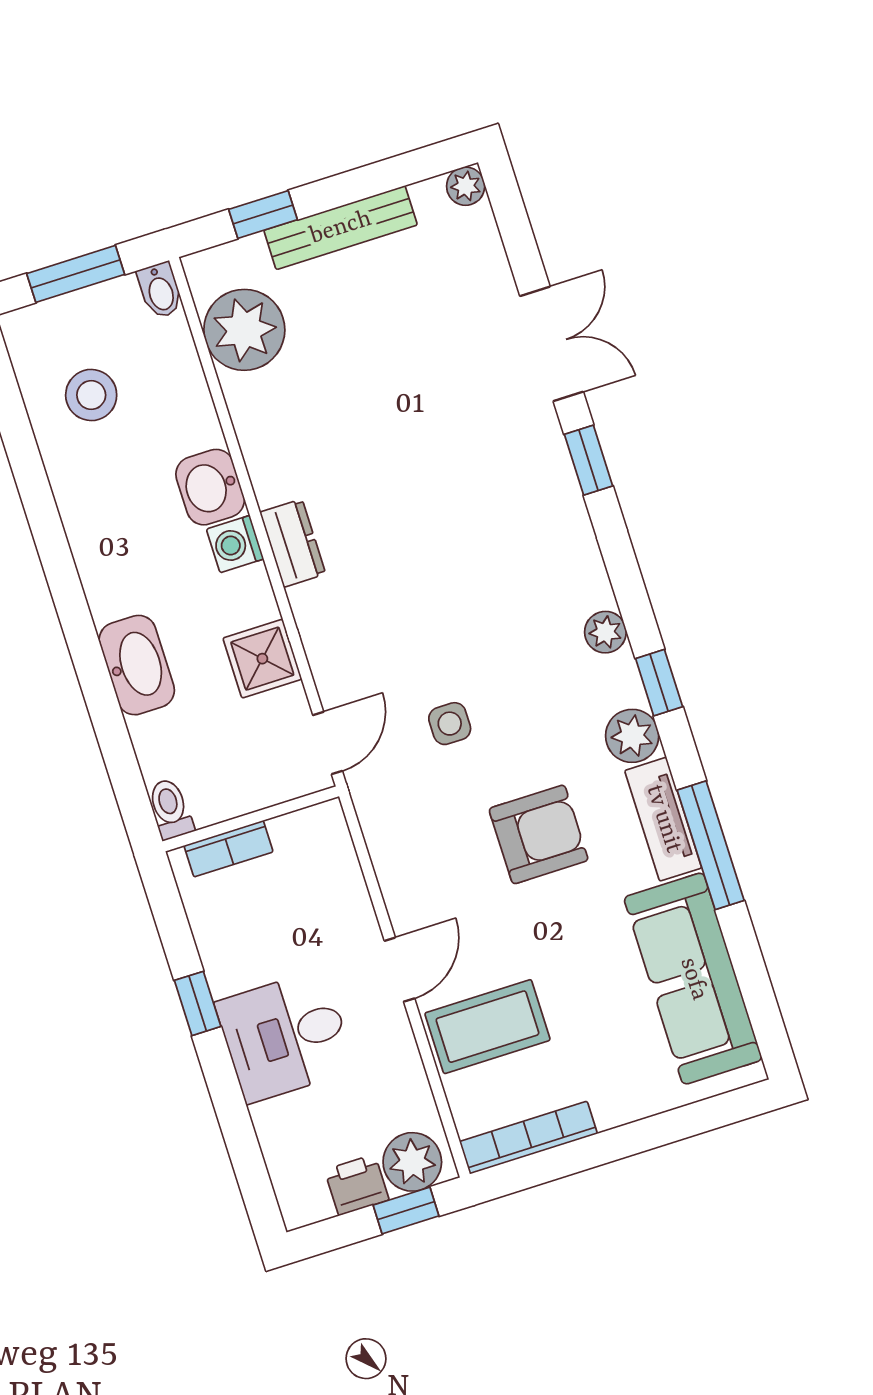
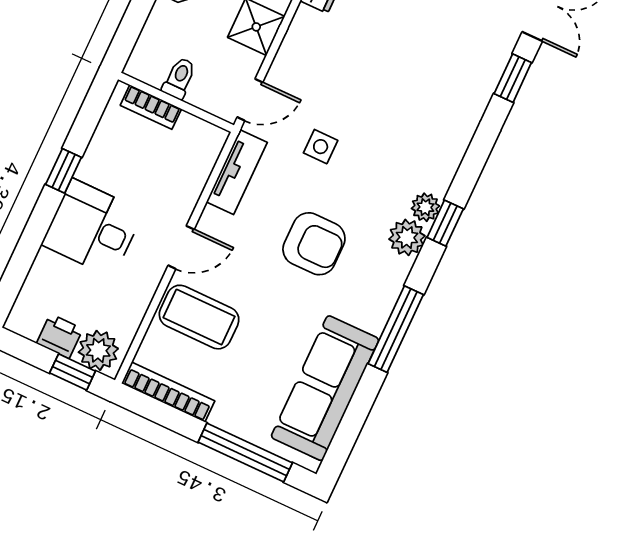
plant: (605, 632) -> (425, 207), moved
toilet: (170, 809) -> (179, 78), moved
tv unit: (663, 819) -> (237, 172), moved, turned 180
window: (671, 1126) -> (245, 453), added

